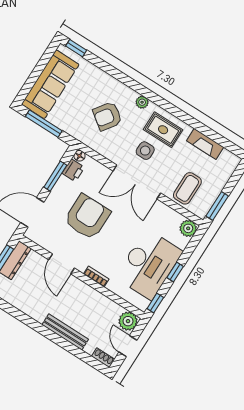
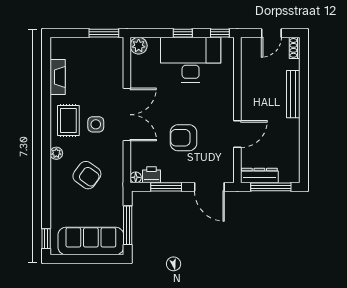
coffee table: (187, 188) -> (105, 68), removed
armchair: (87, 217) -> (184, 138), width x0.73, depth x0.73
bookcase: (96, 276) -> (229, 98), removed
plant: (128, 321) -> (250, 47), removed

